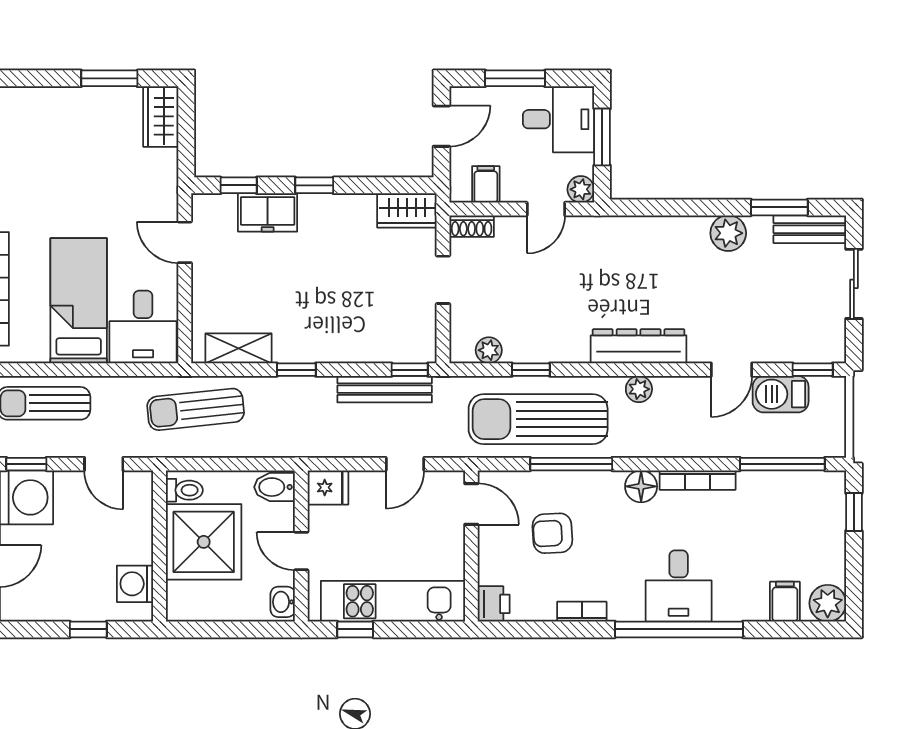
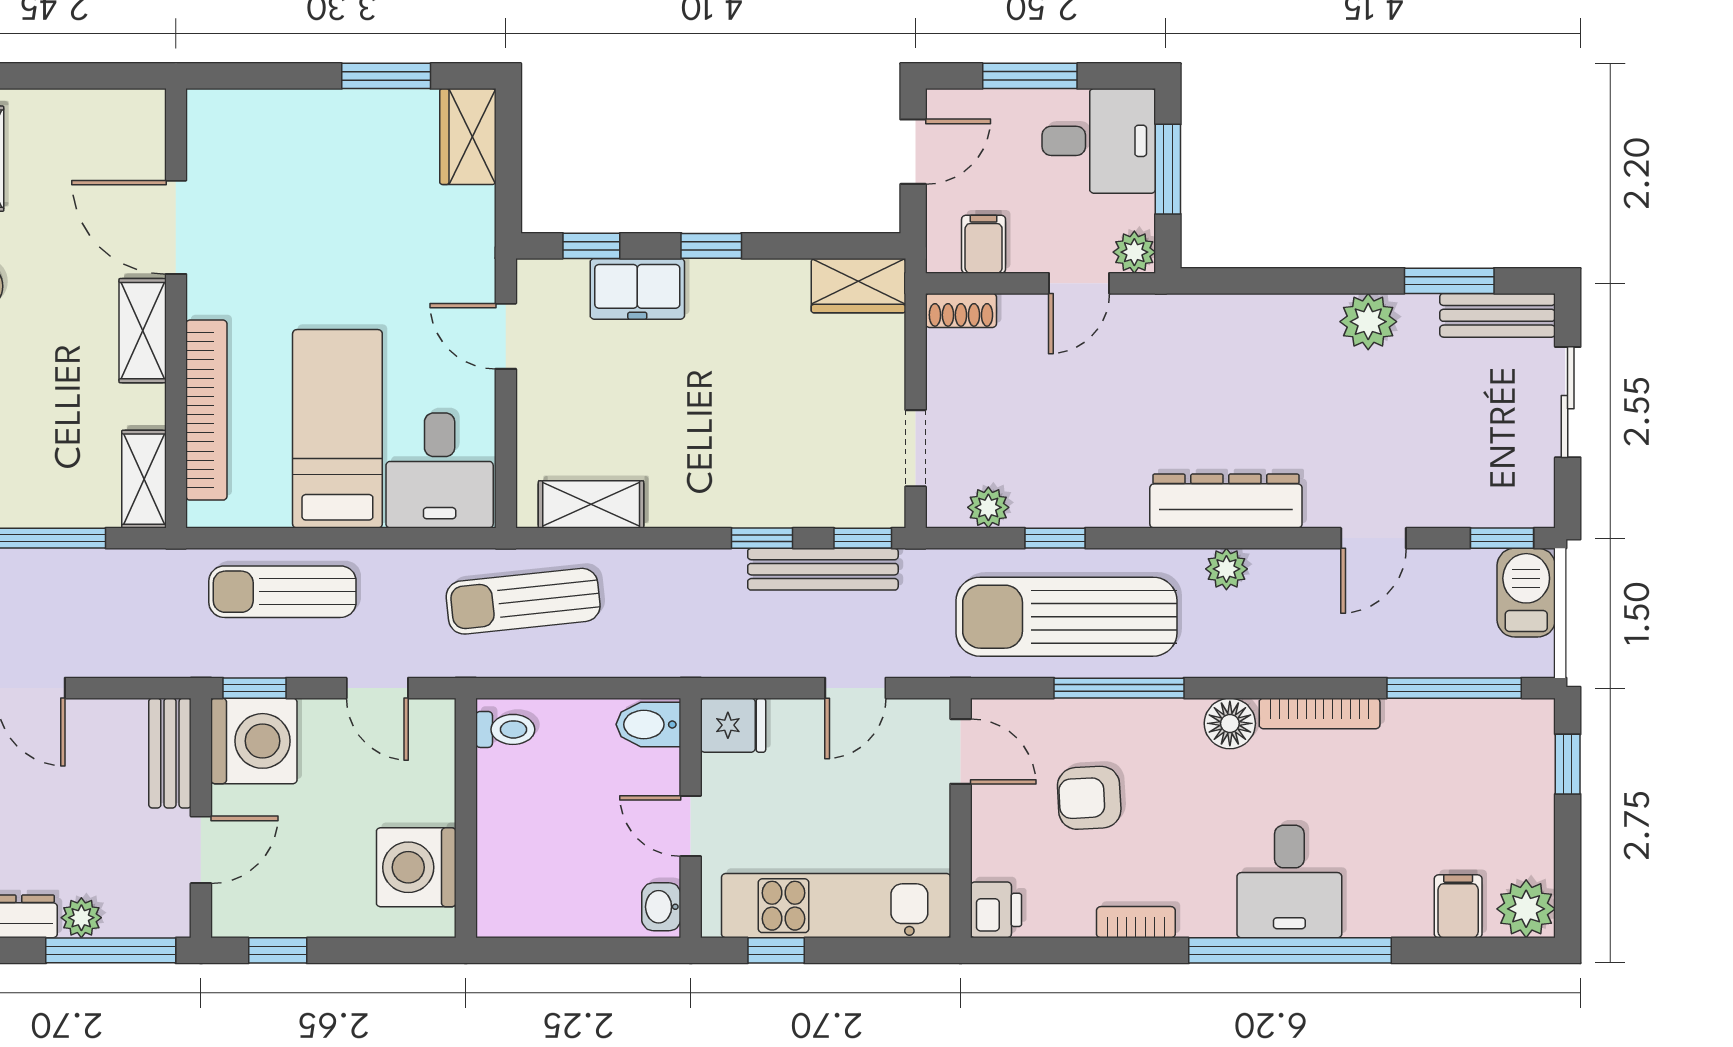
doorway: (443, 280) -> (916, 448), moved
window: (296, 370) -> (762, 538), moved
barbecue: (781, 394) -> (1526, 593), moved, turned 90
shower: (204, 542) -> (536, 812), removed
washing machine: (135, 584) -> (416, 867), width x1.37, depth x1.37
window: (88, 629) -> (278, 950), moved

